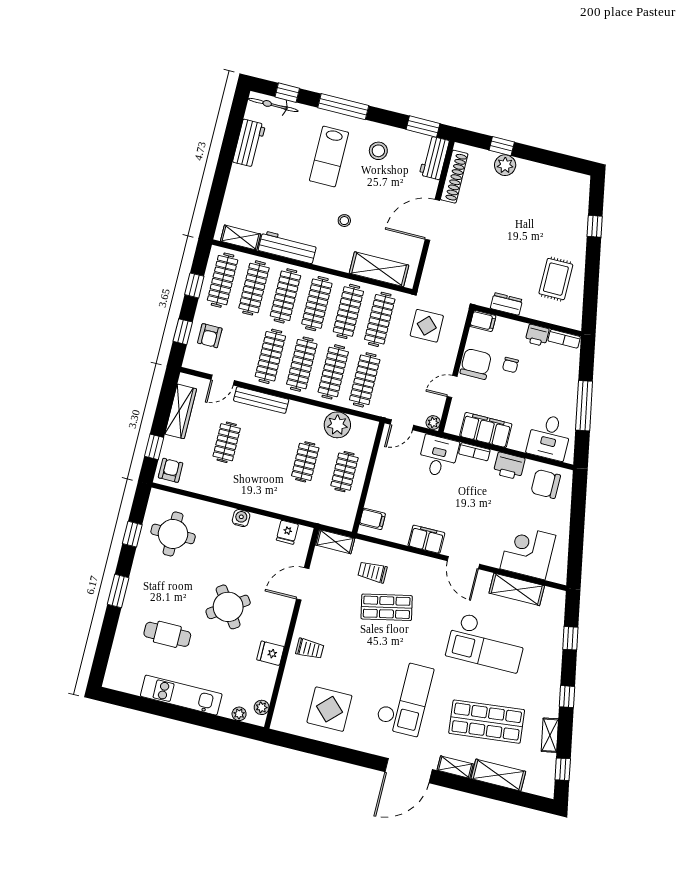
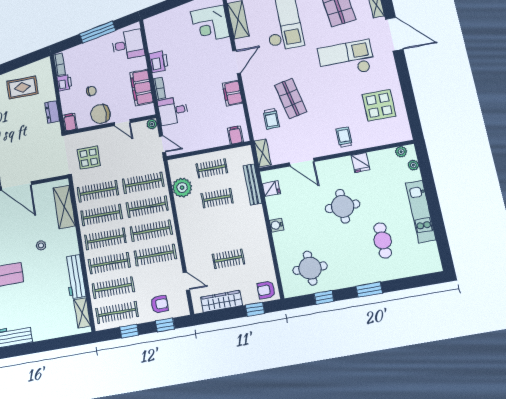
bench: (261, 400) -> (252, 185), moved
chair: (546, 484) -> (160, 33), removed
round table: (228, 607) -> (343, 206), turned 34

